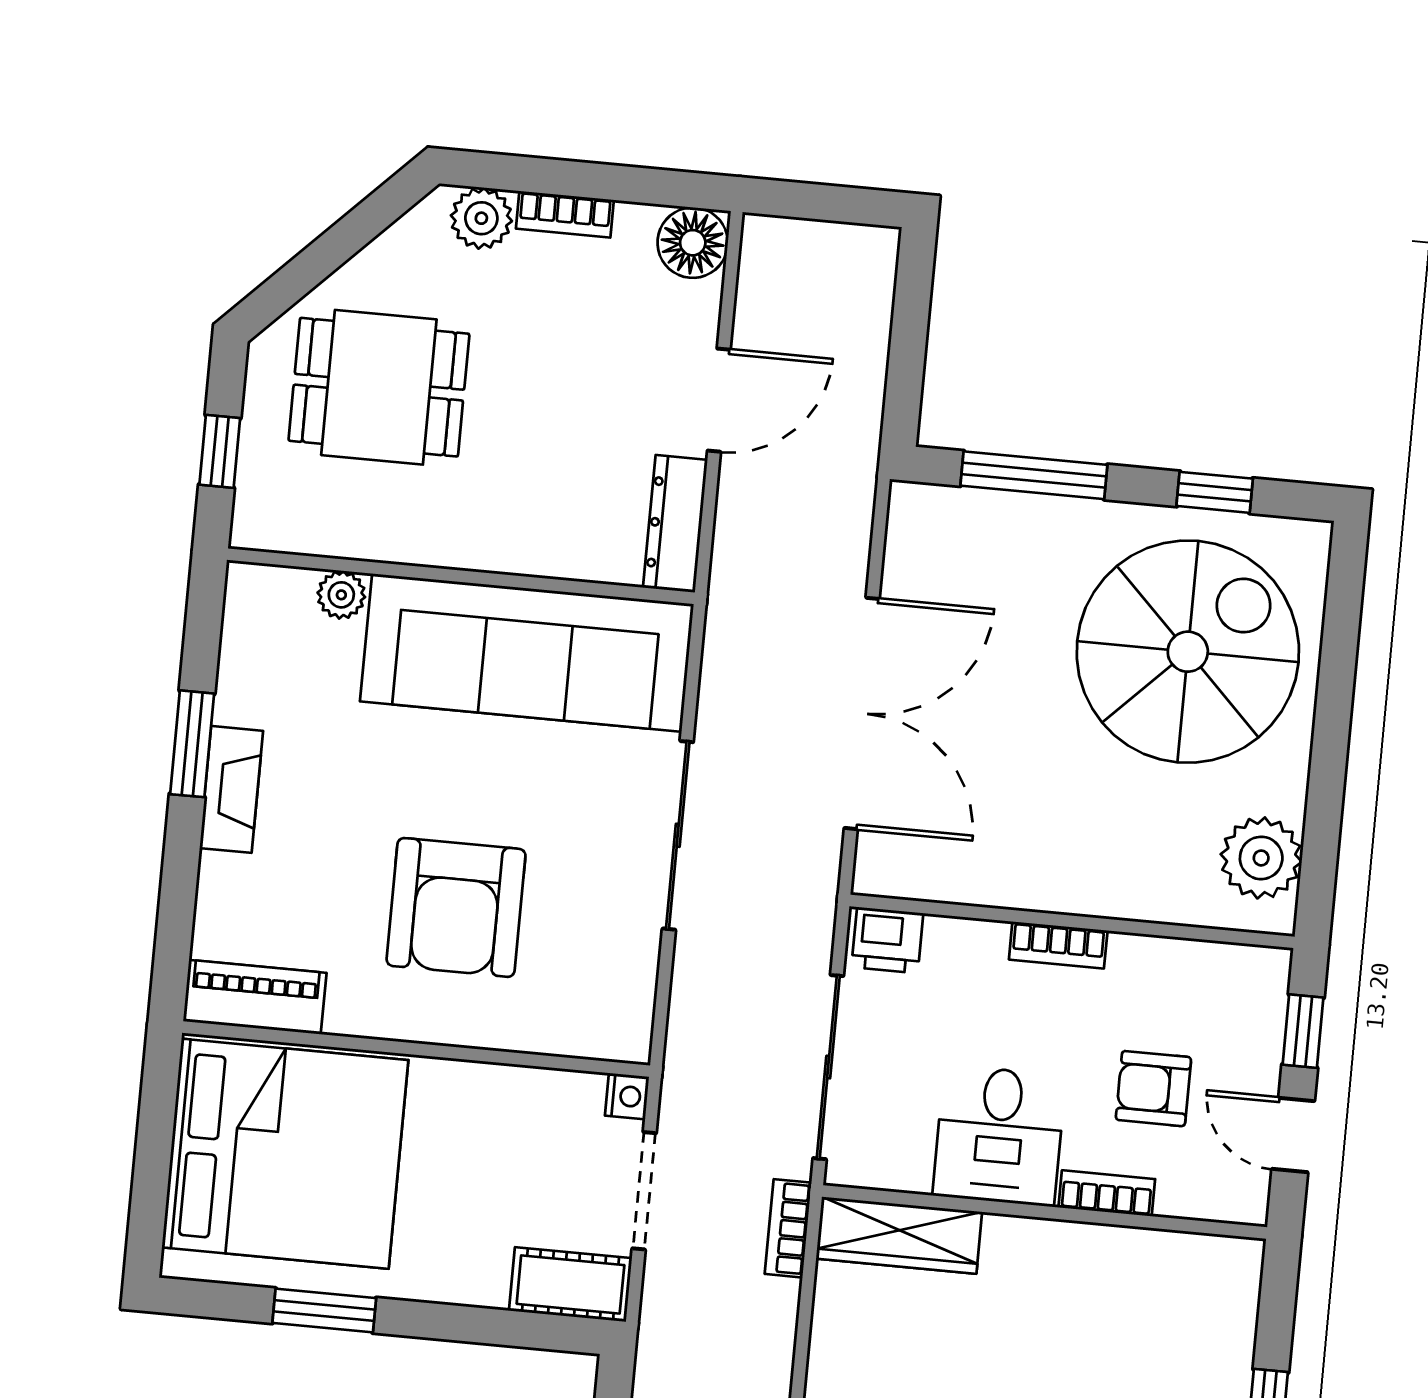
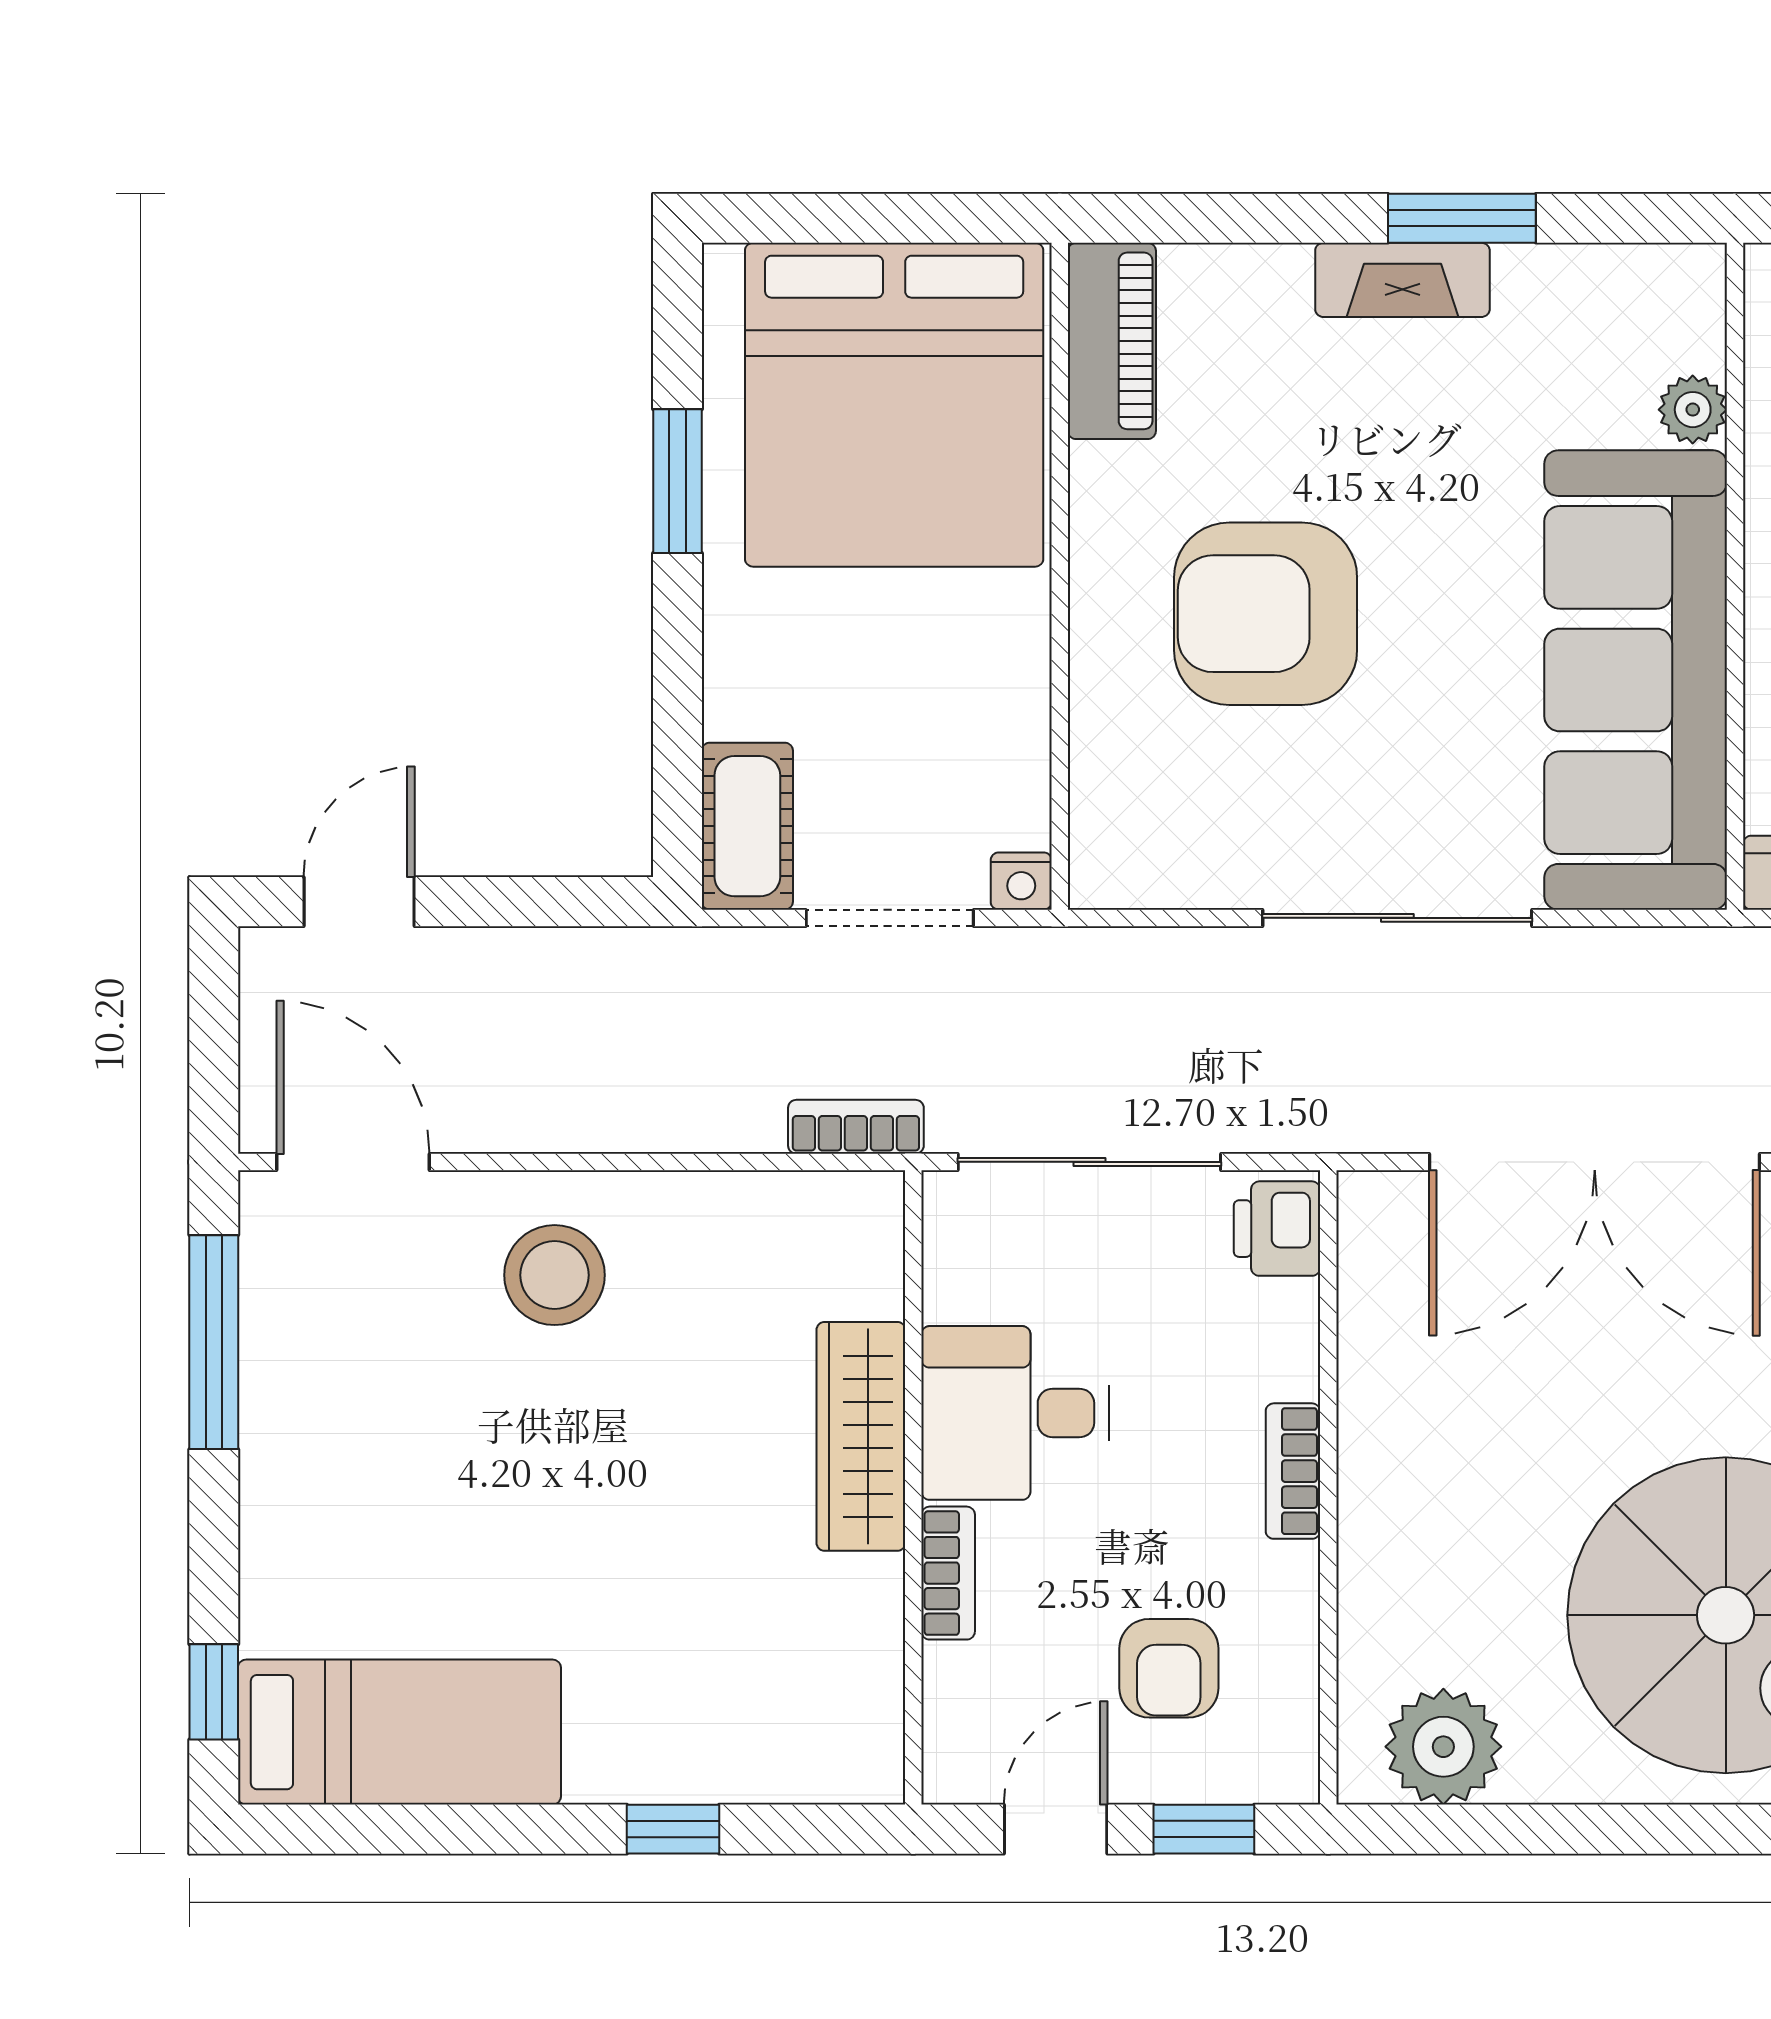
armchair: (1153, 1089) -> (1169, 1668), moved, turned 180
wardrobe: (899, 1235) -> (861, 1436), moved

